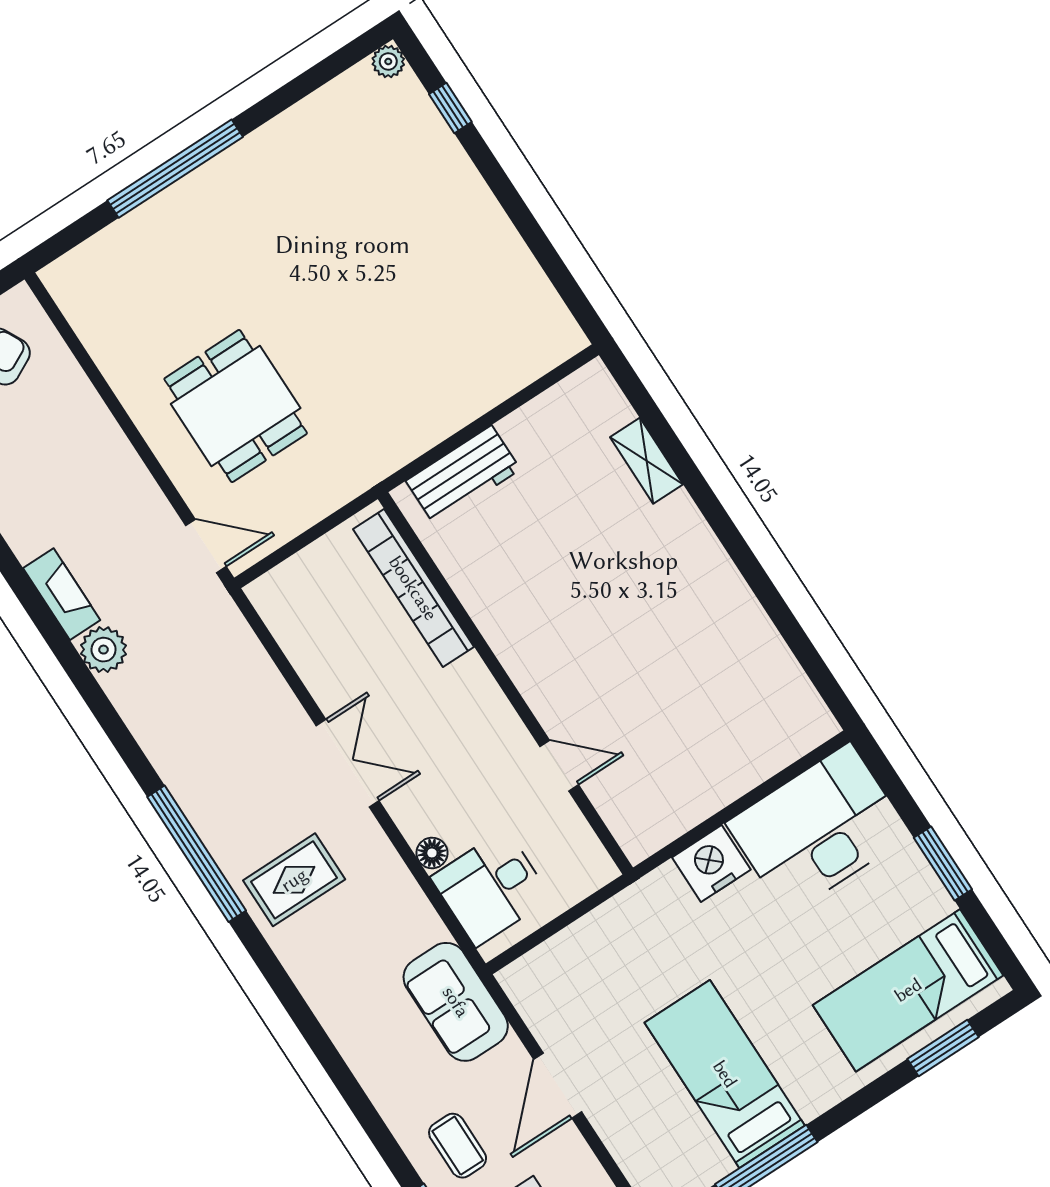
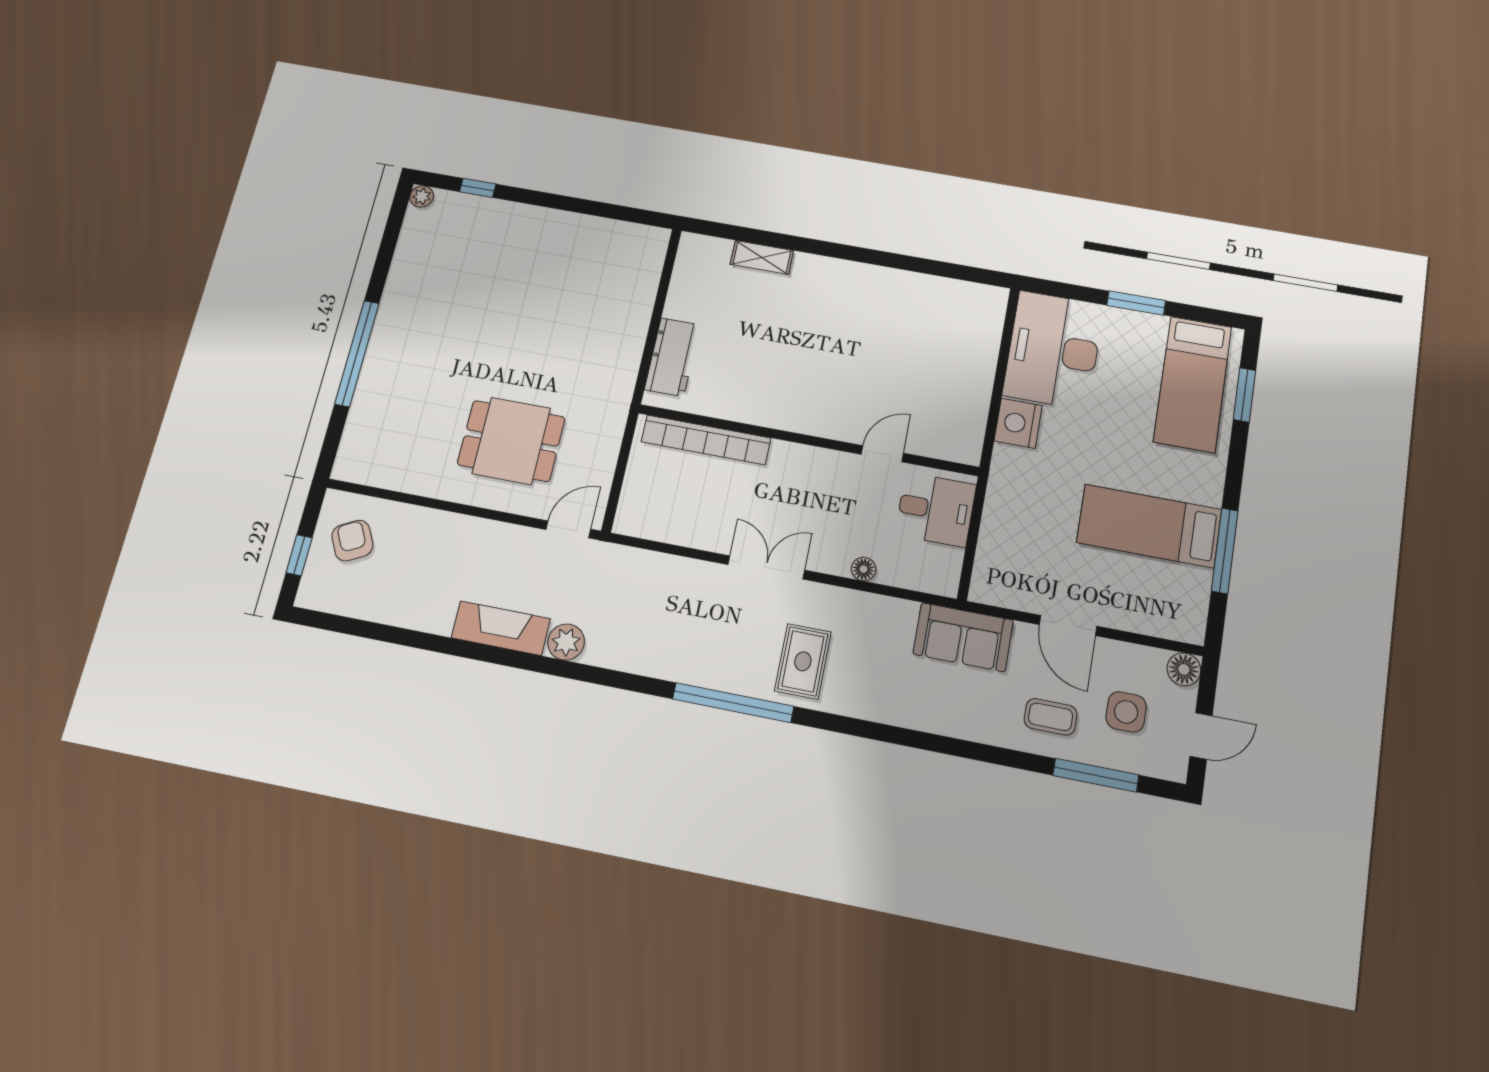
fireplace: (62, 594) -> (501, 628), width x1.37, depth x1.32
desk: (491, 888) -> (936, 510), moved, turned -90

